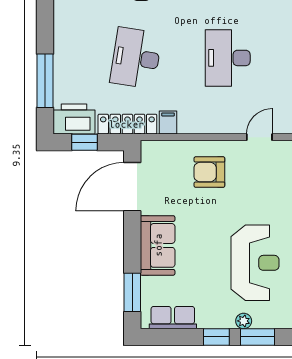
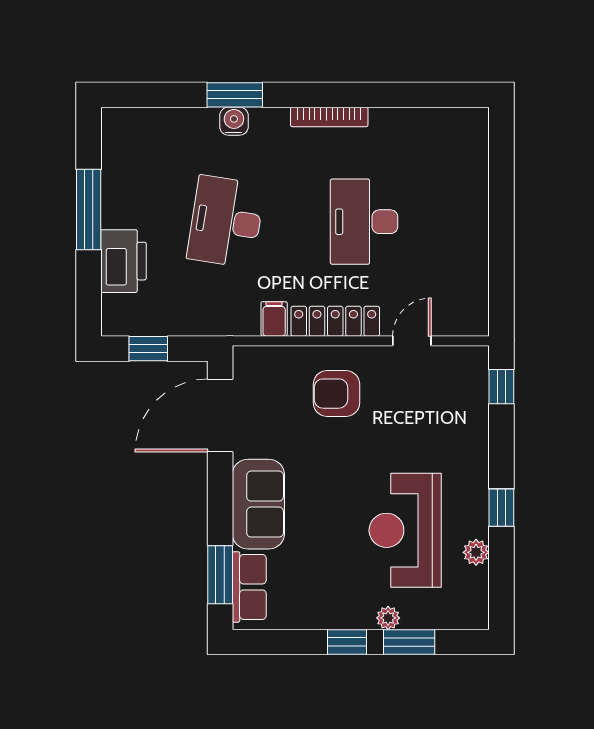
window: (45, 81) -> (89, 209), moved
printer: (74, 119) -> (124, 261), moved, turned 90
locker: (127, 124) -> (335, 321), moved
reception desk: (255, 263) -> (405, 530), turned 180
row of seats: (173, 318) -> (249, 587), moved, turned 90

